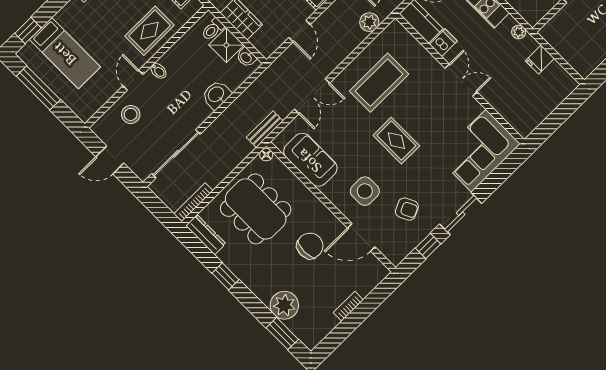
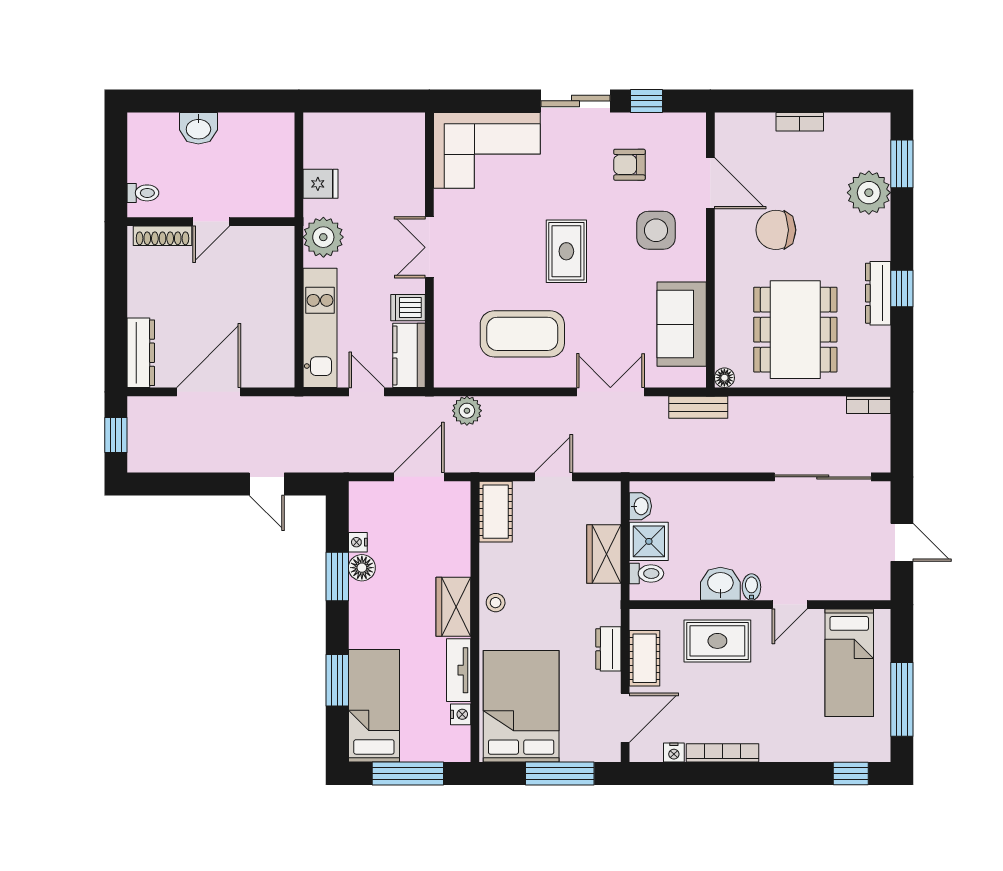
plant: (519, 32) -> (323, 237), width x1.88, depth x1.88
bed: (65, 53) -> (849, 663), moved, turned 180
washbasin: (216, 95) -> (720, 584), moved, turned 180
stool: (131, 114) -> (830, 570), removed
bookcase: (193, 202) -> (869, 405), width x0.64
armchair: (407, 209) -> (629, 165), turned -64
dresser: (206, 235) -> (878, 293), moved

